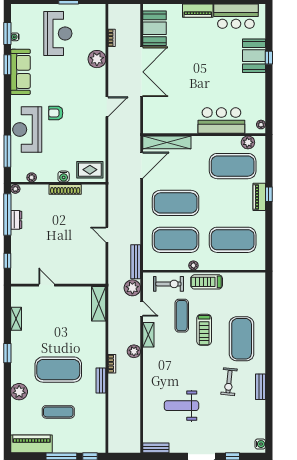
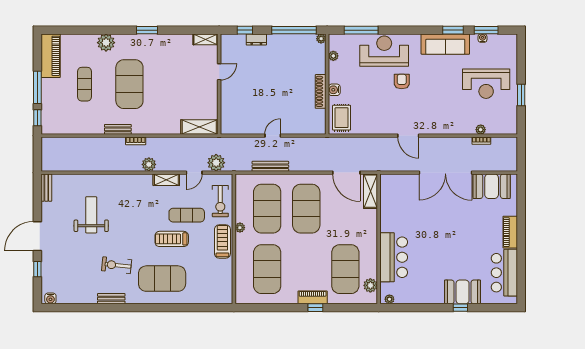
plant: (97, 59) -> (481, 130), moved, width x0.53, depth x0.53
shelving: (167, 142) -> (371, 191), width x0.68
dresser: (16, 220) -> (256, 39), moved
bench: (136, 262) -> (270, 166), moved
shelving: (16, 319) -> (205, 39), moved

